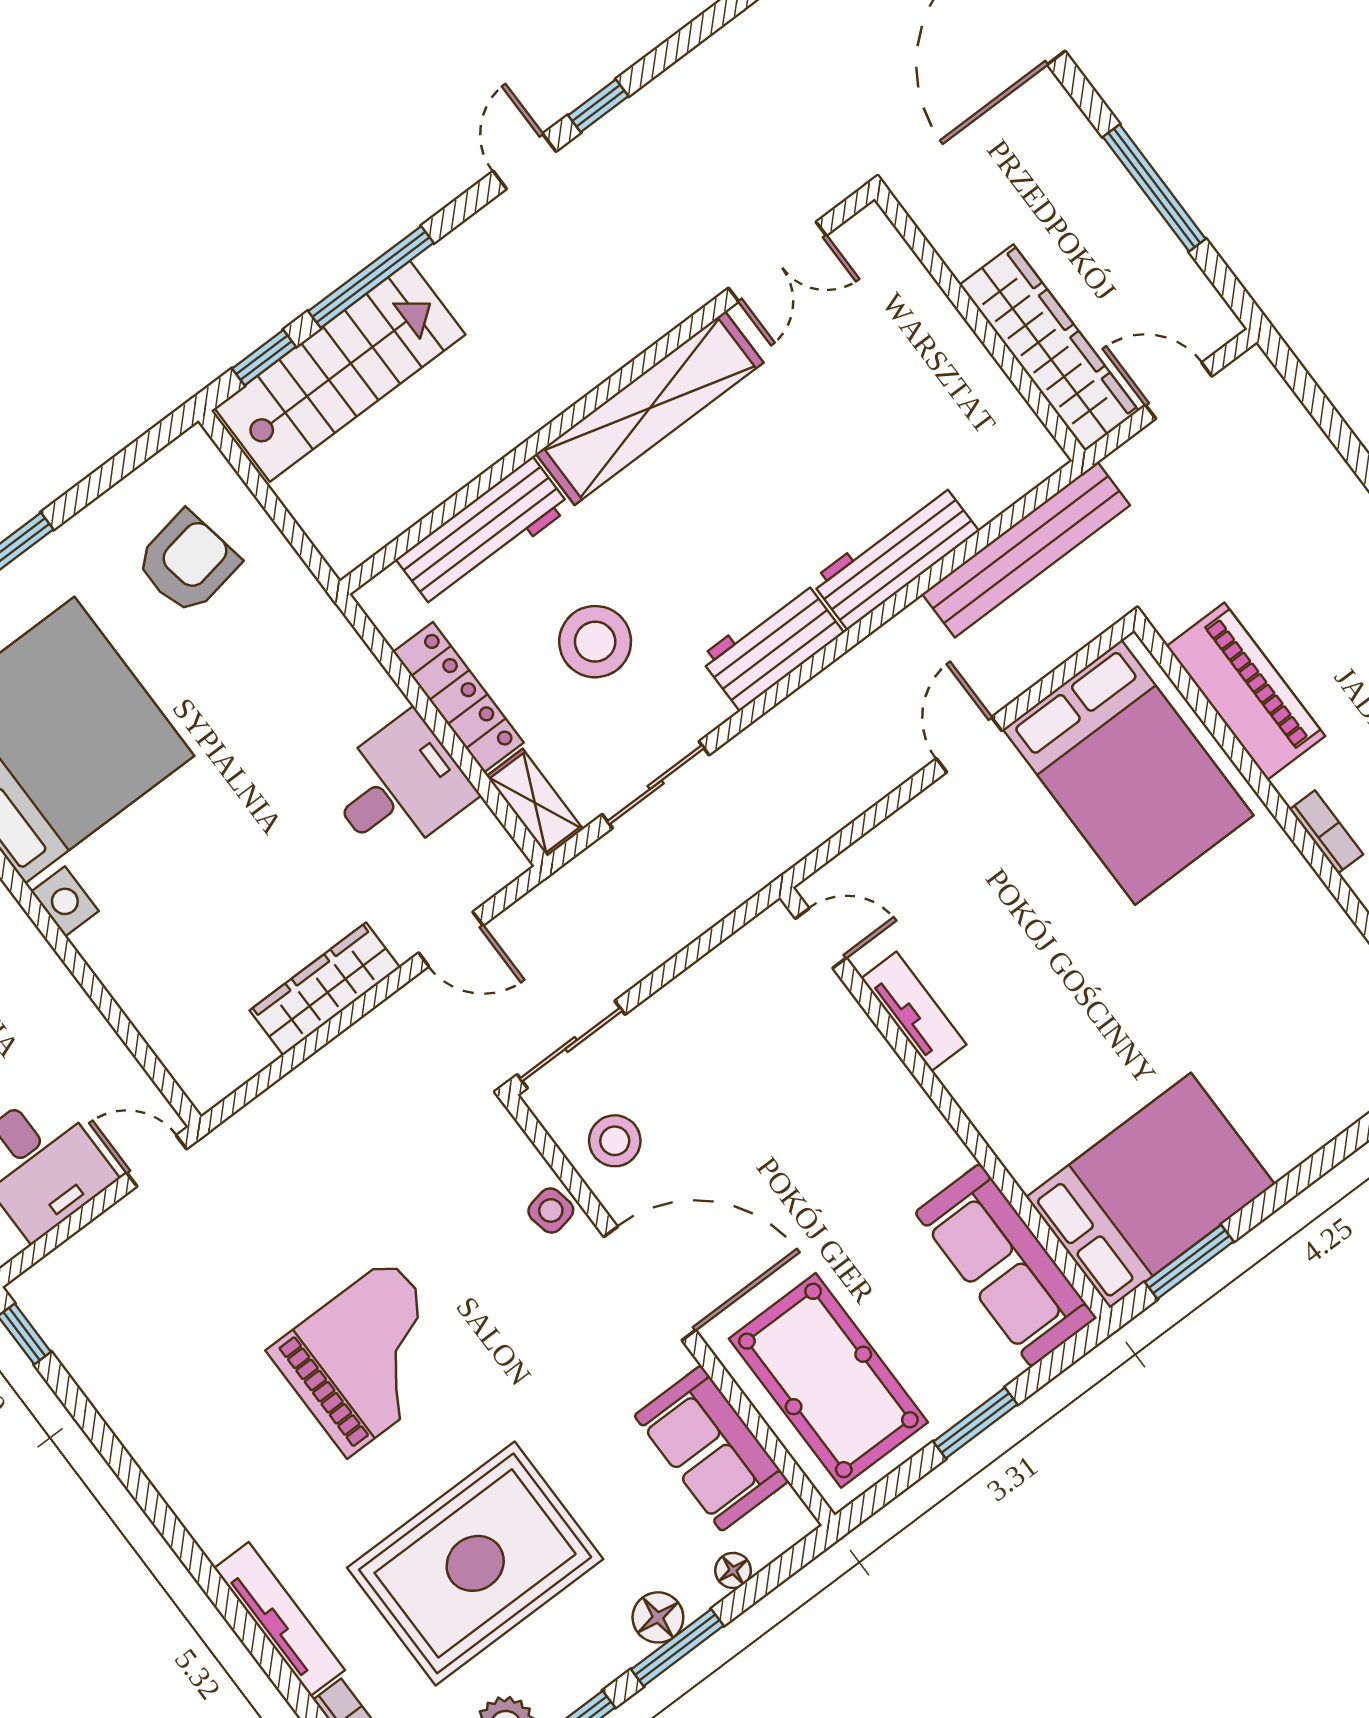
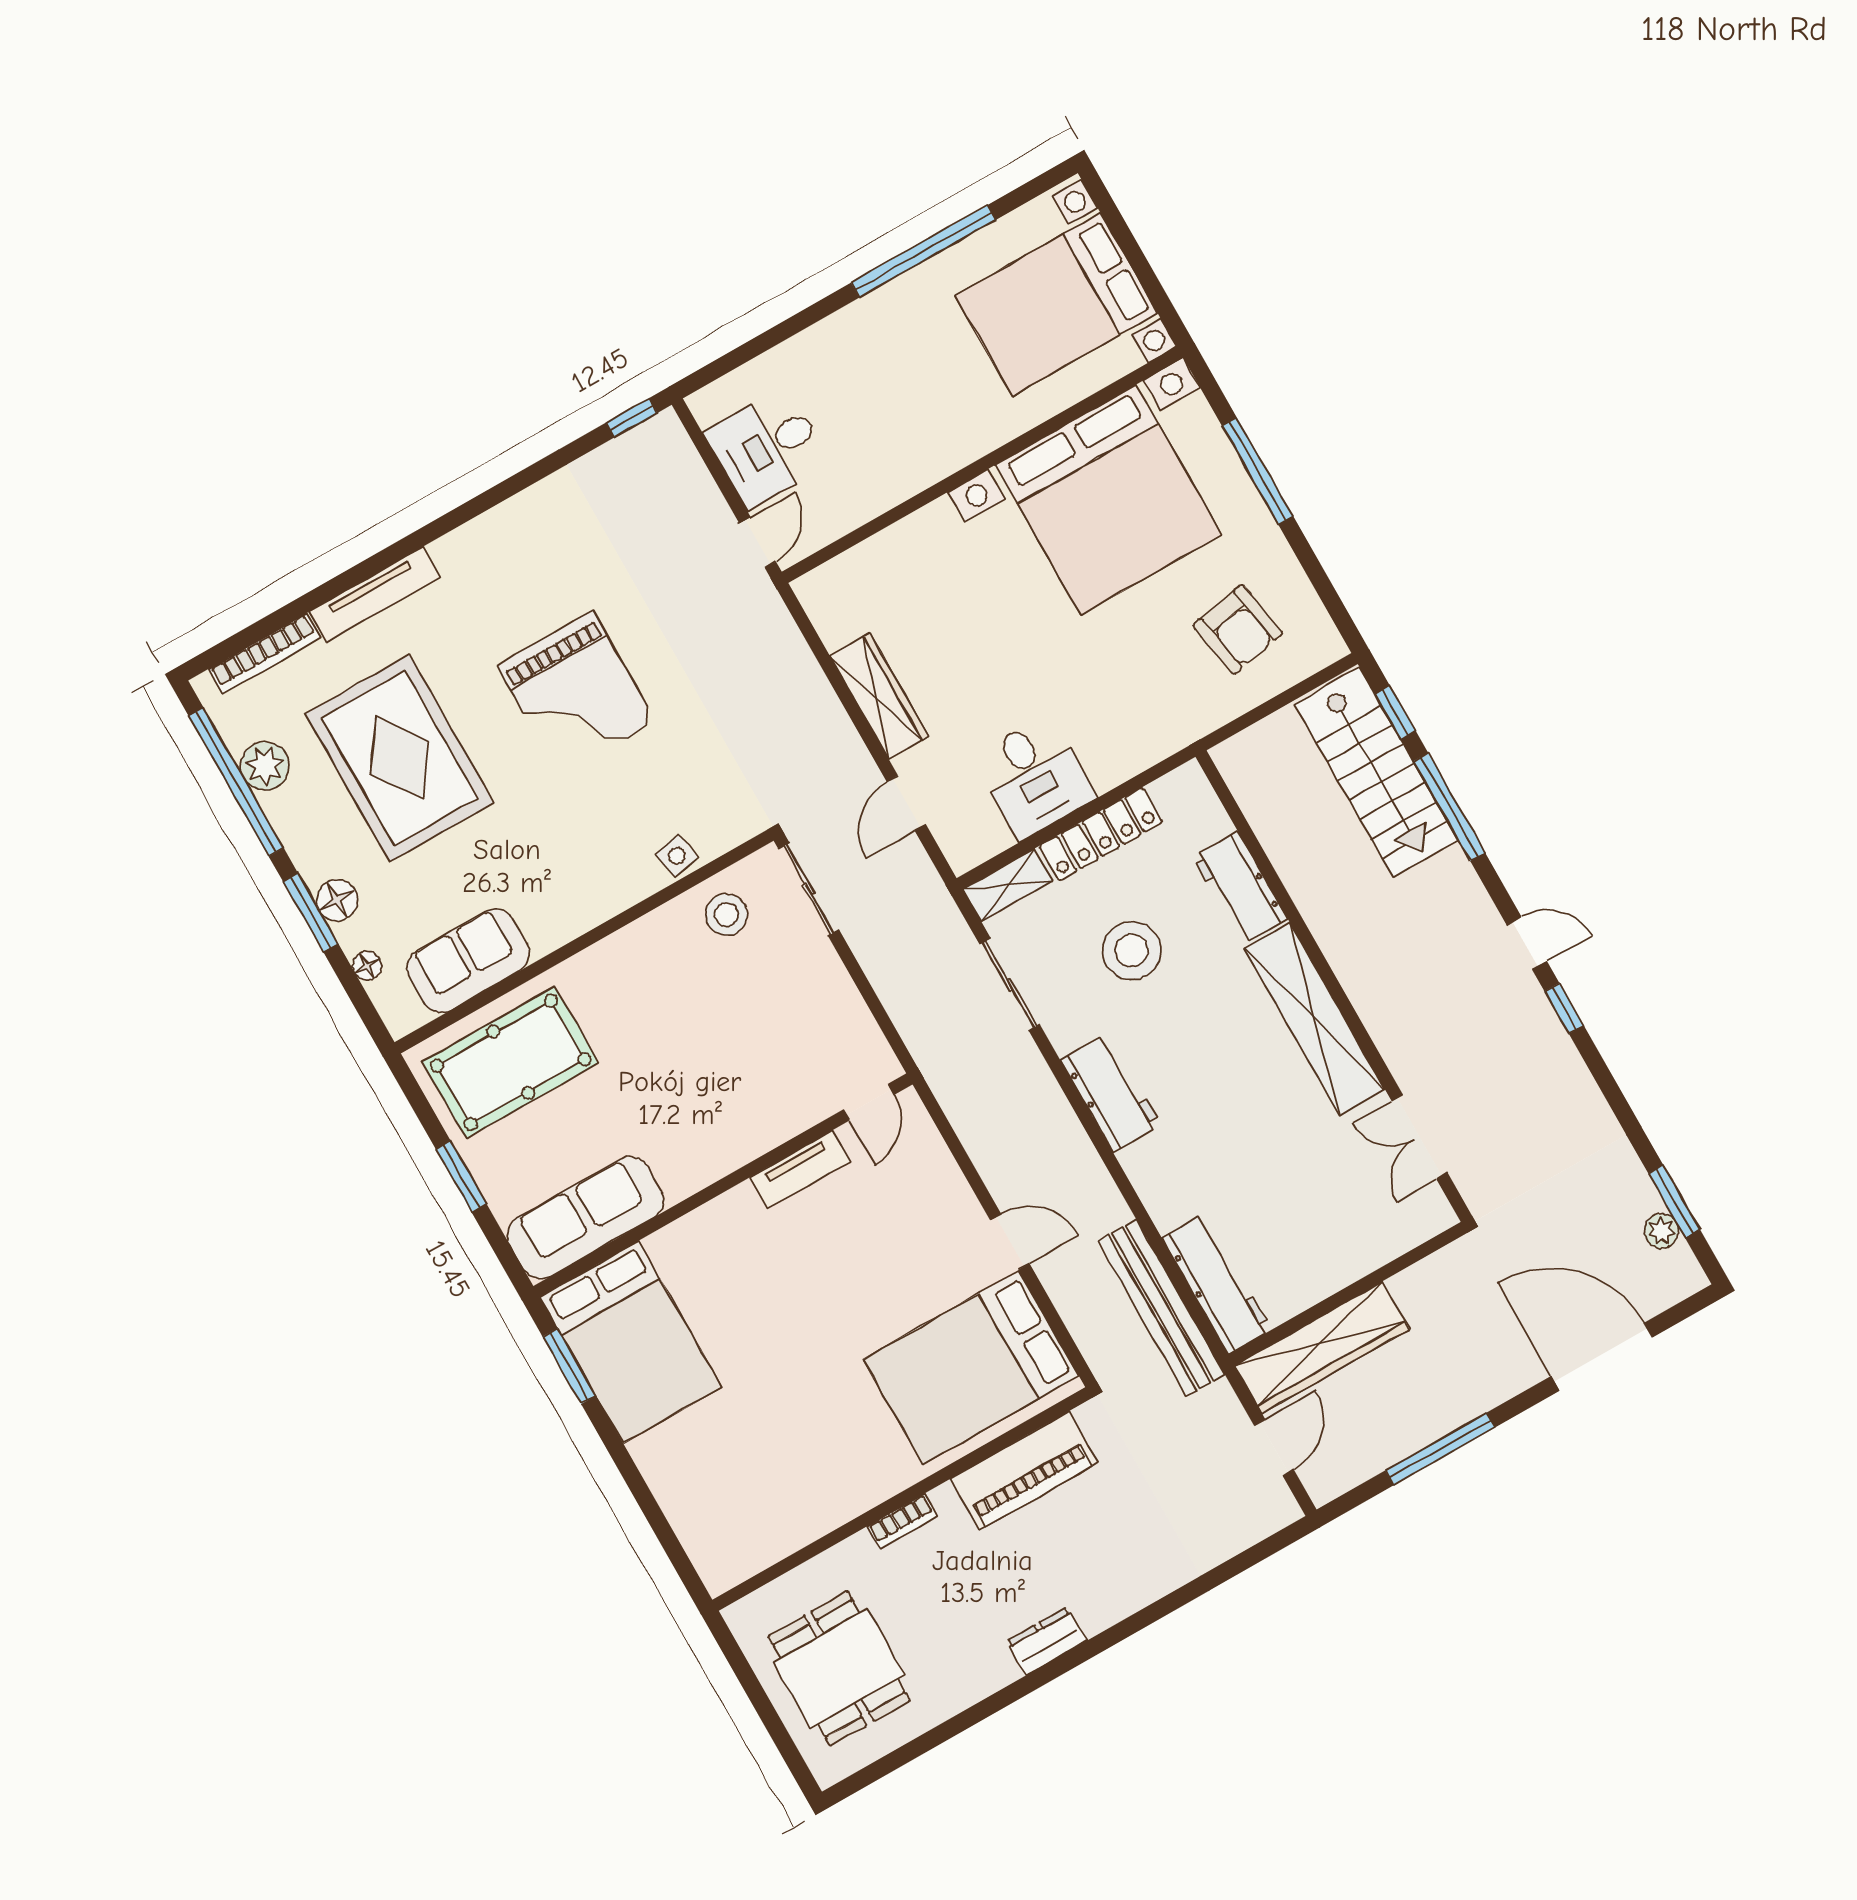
workbench: (483, 533) -> (1240, 888), width x0.73
workbench: (895, 556) -> (1217, 1283), moved
door: (650, 1283) -> (608, 928), removed

